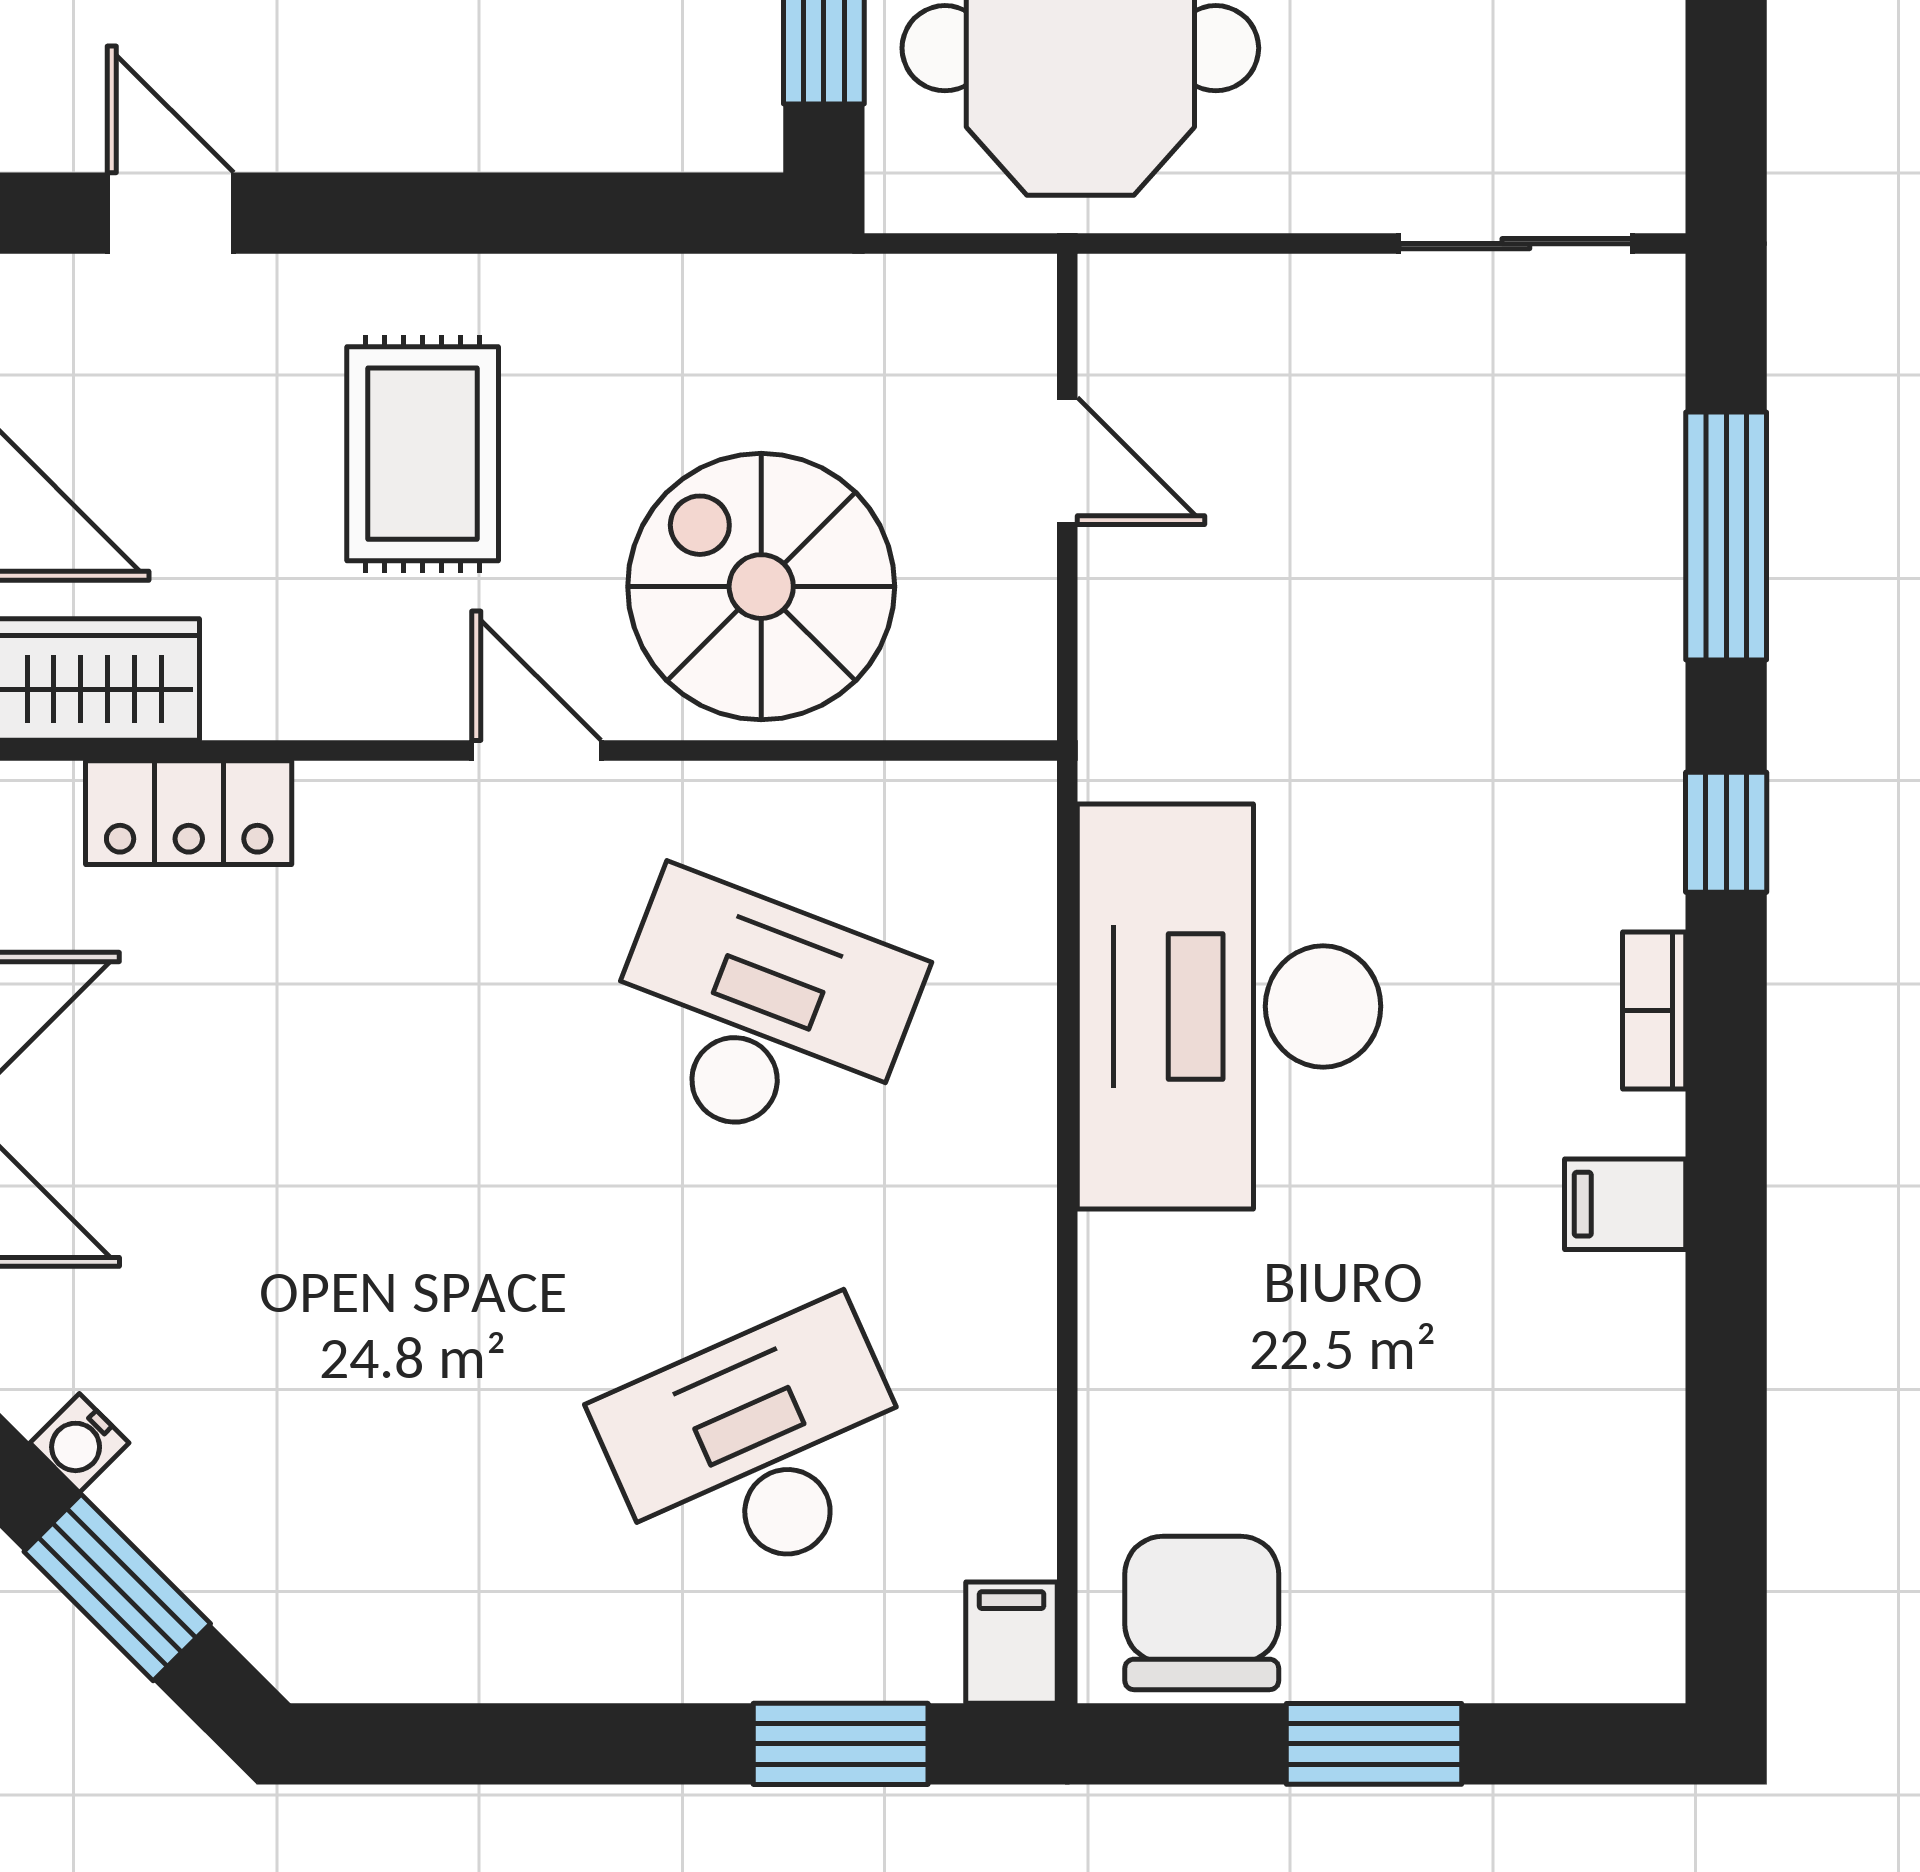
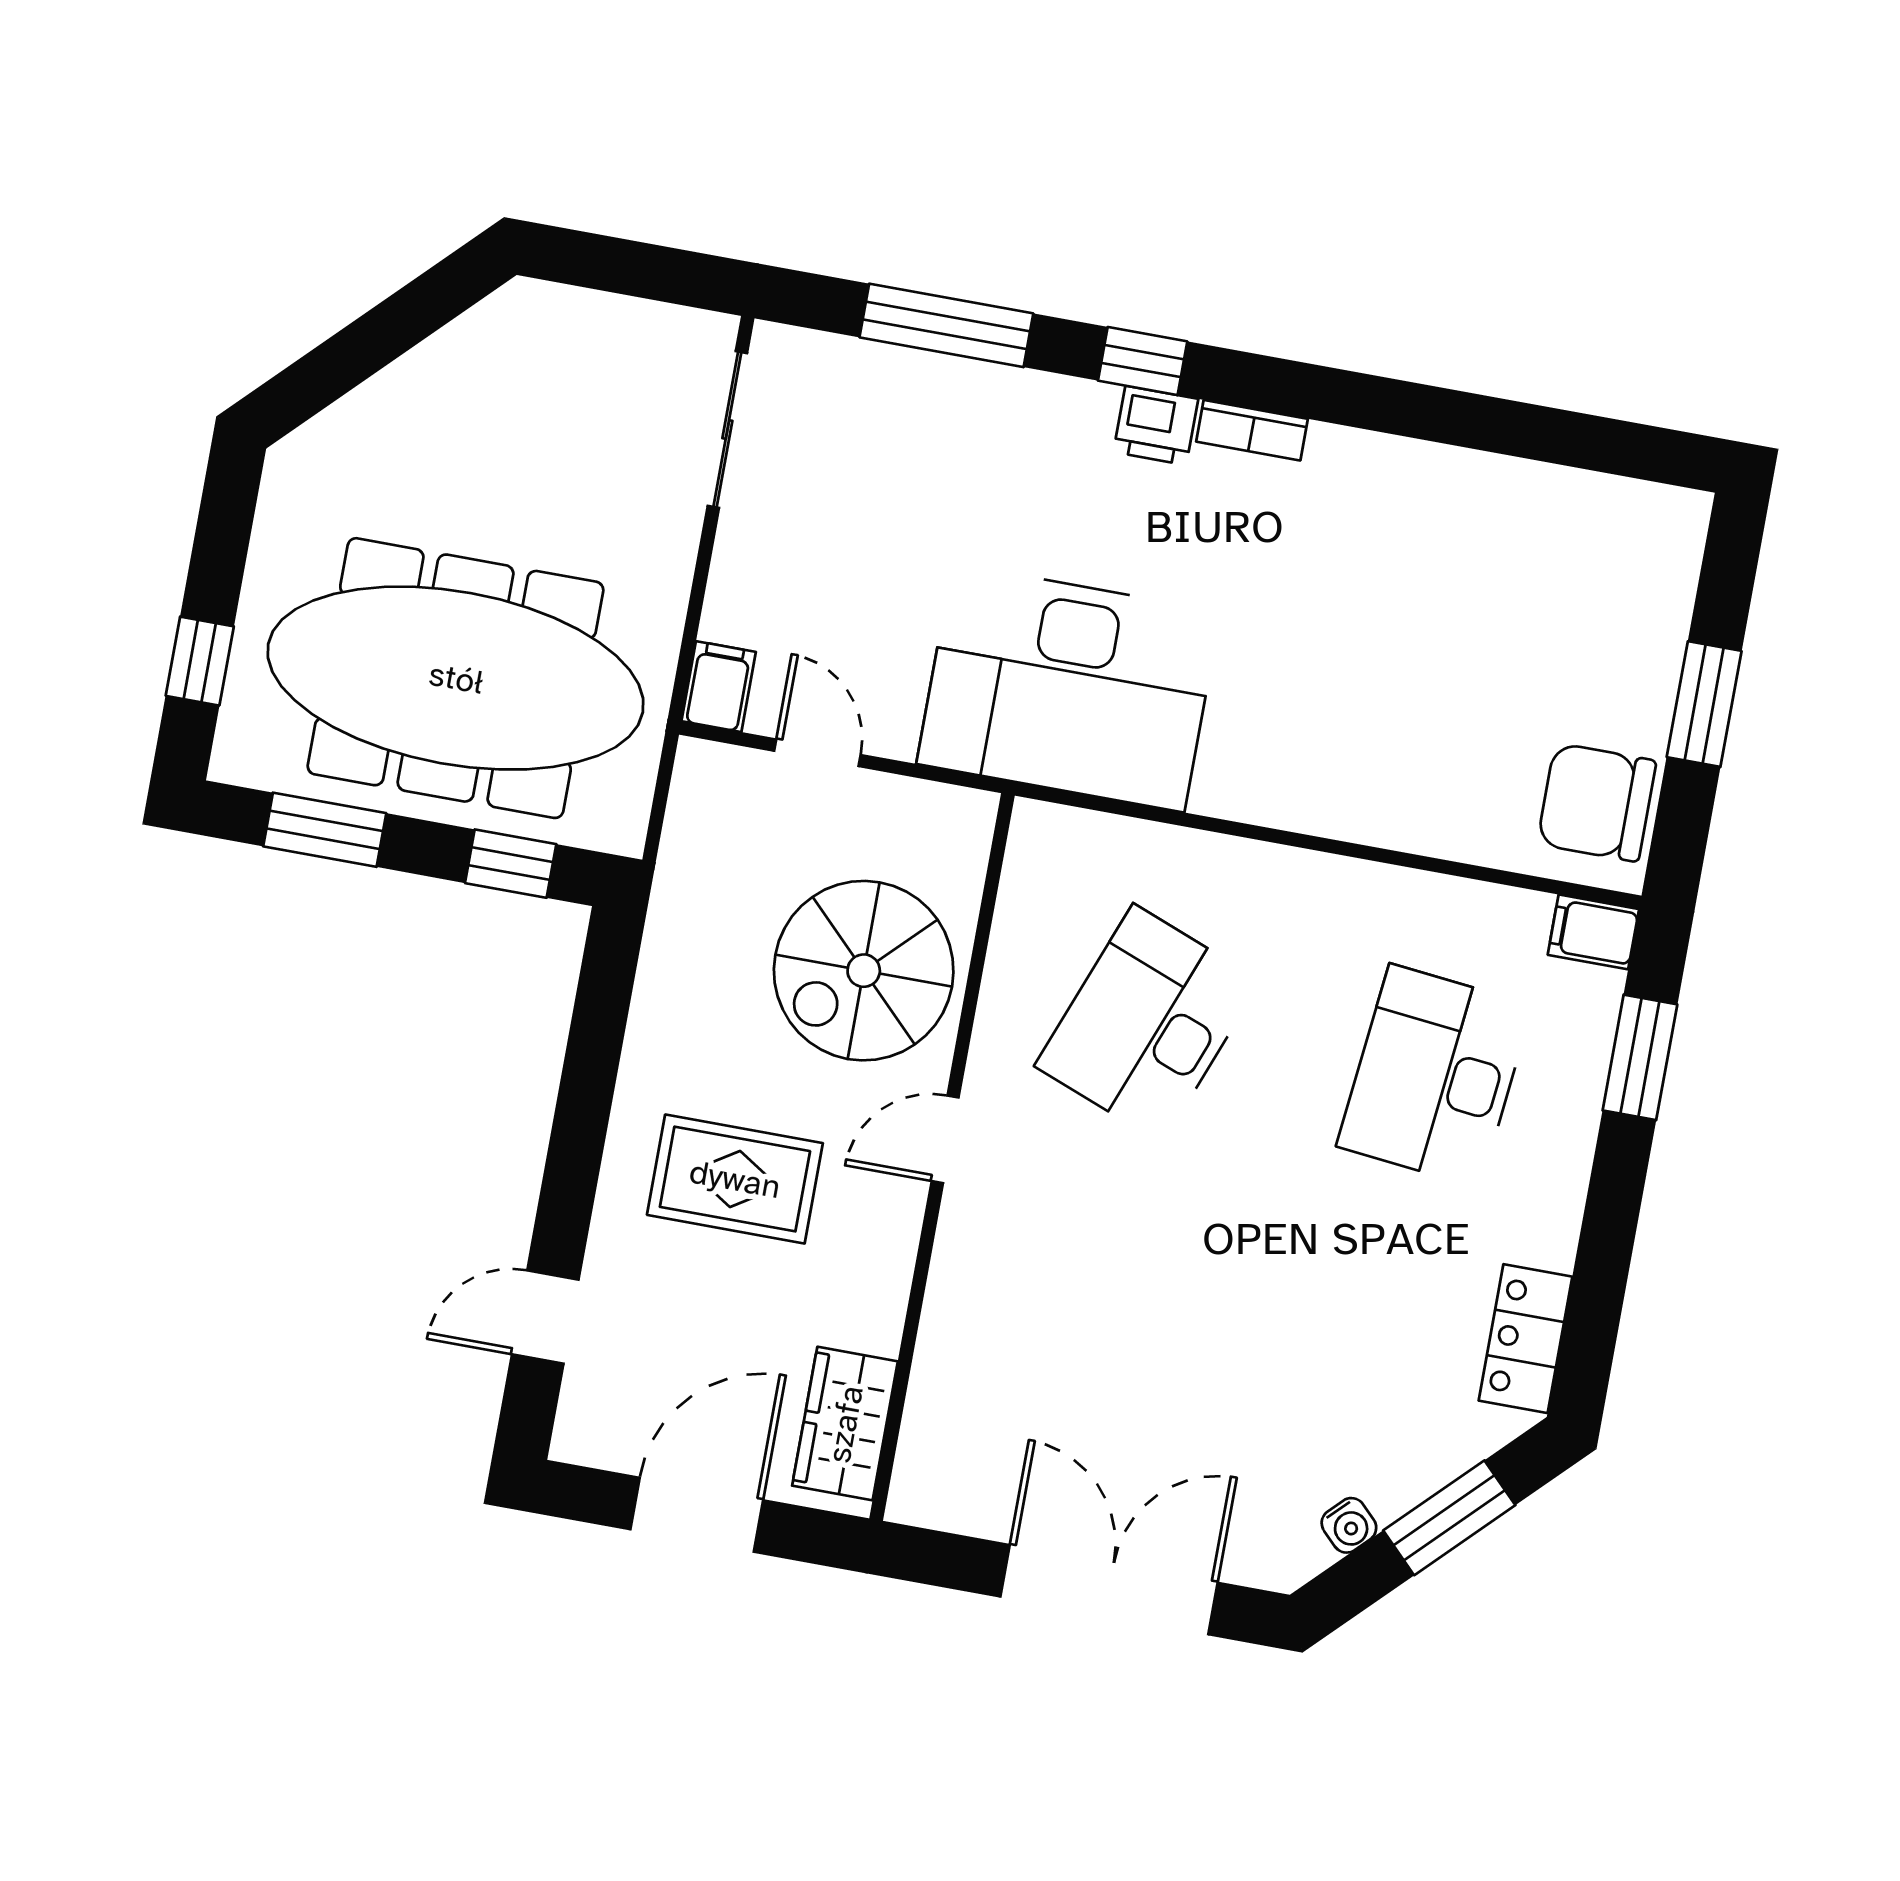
door: (1067, 461) -> (817, 753), hinge flipped
locker: (189, 813) -> (1525, 1339), moved, turned 180
printer: (1636, 869) -> (1156, 425), added
desk: (1229, 1006) -> (1069, 688), moved
filing cabinet: (1625, 1204) -> (719, 687), moved, turned 180
desk: (759, 1449) -> (1435, 1076), turned 30

